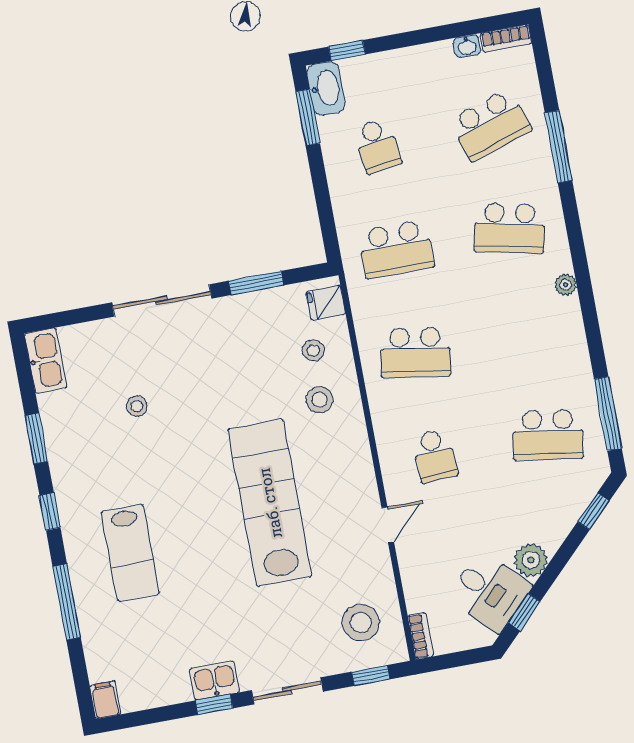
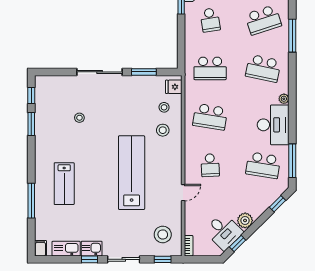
desk: (553, 345) -> (273, 125), added
kitchen sink: (46, 360) -> (66, 249), moved, turned -90
window: (50, 512) -> (31, 96), moved

